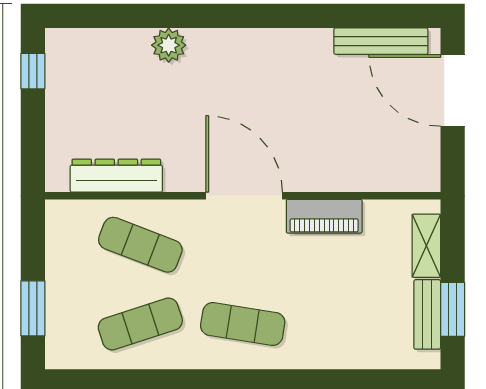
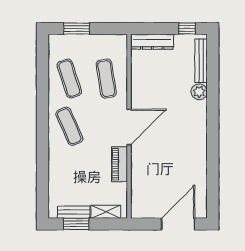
bench: (381, 41) -> (201, 61), moved
dresser: (116, 176) -> (152, 42), moved, turned 90
exercise mat: (140, 245) -> (106, 79), turned -30
exercise mat: (243, 324) -> (69, 126), turned -33

